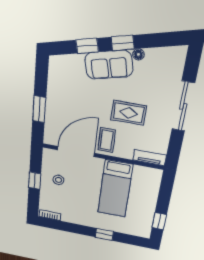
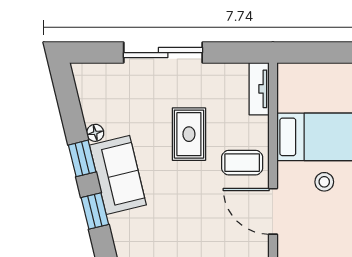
door: (76, 152) -> (273, 211), width x0.73
stool: (58, 180) -> (324, 182), moved

